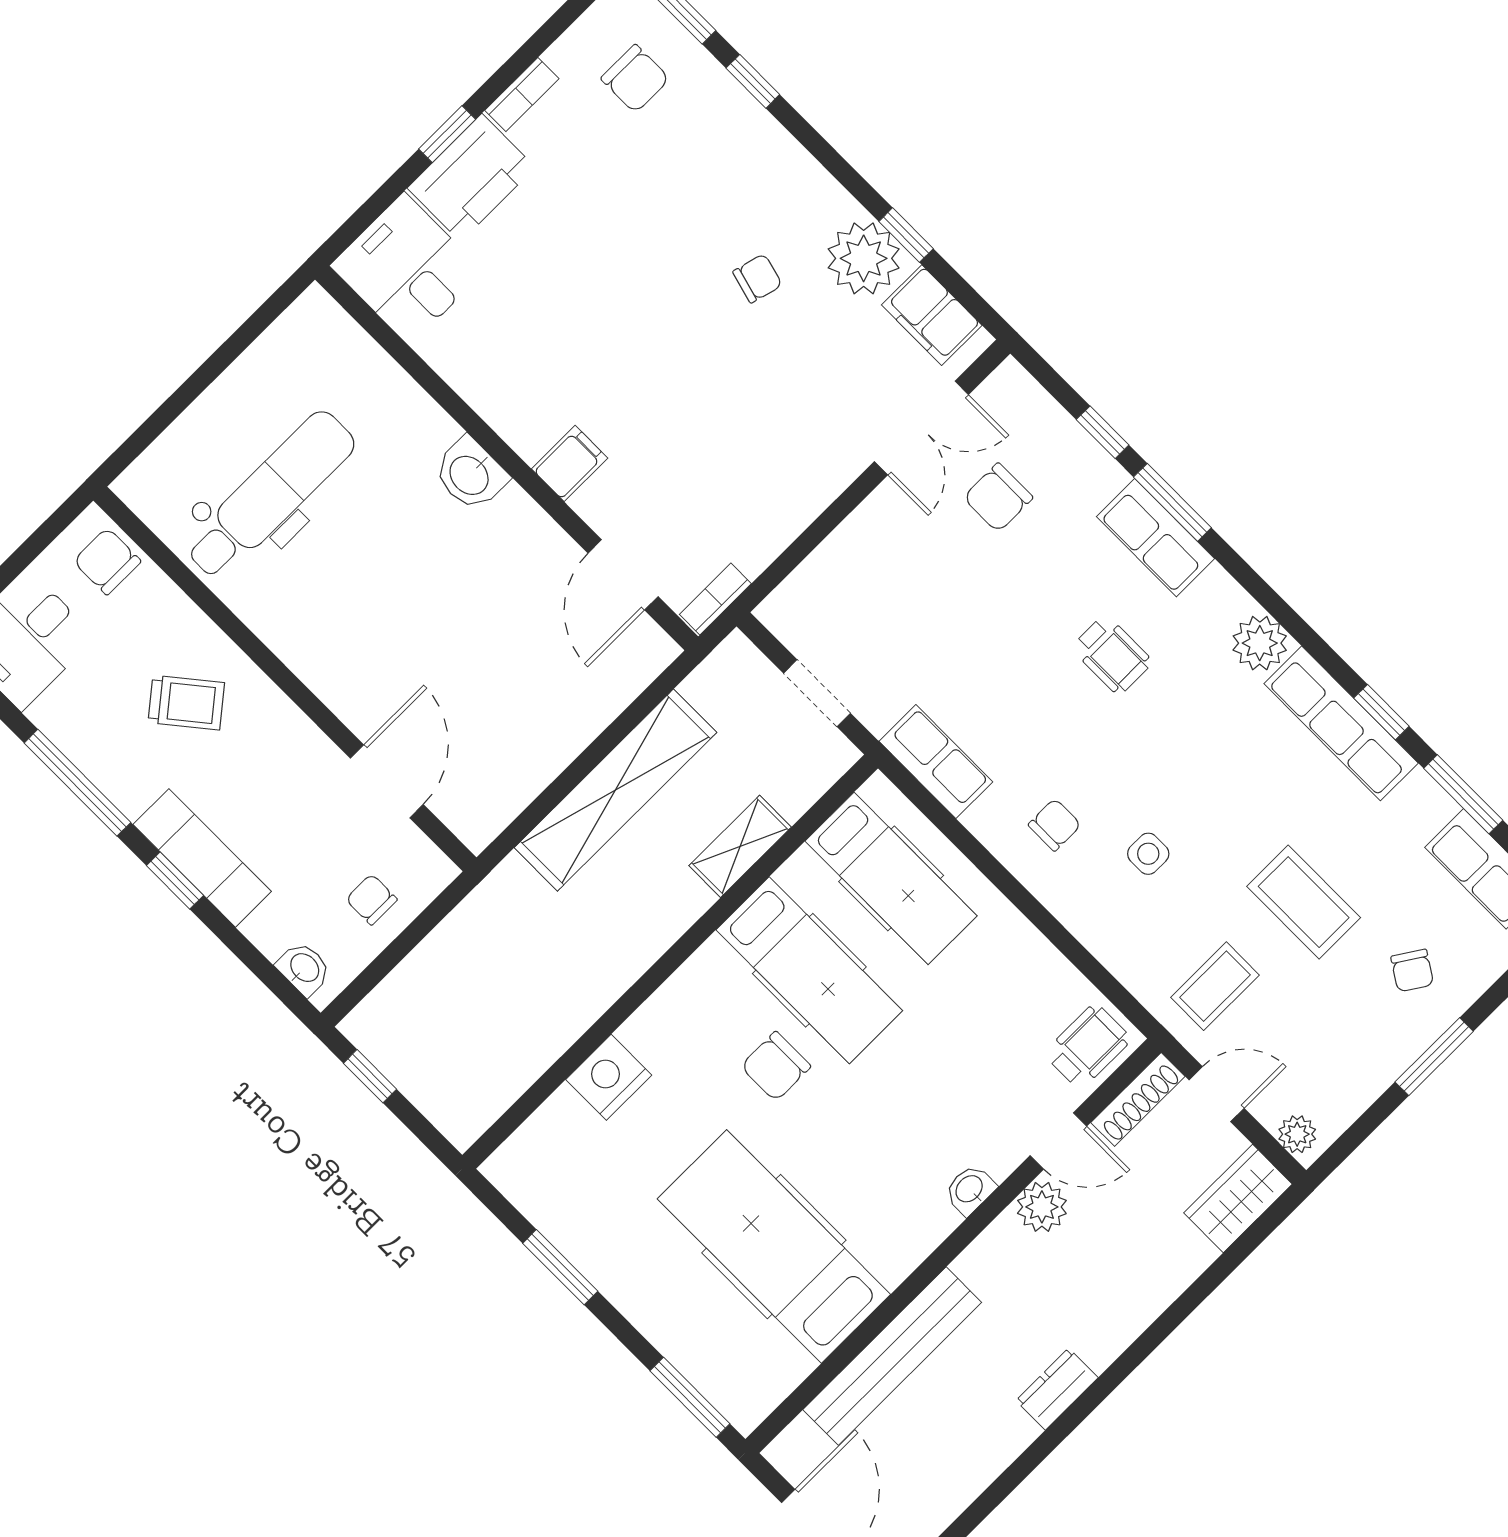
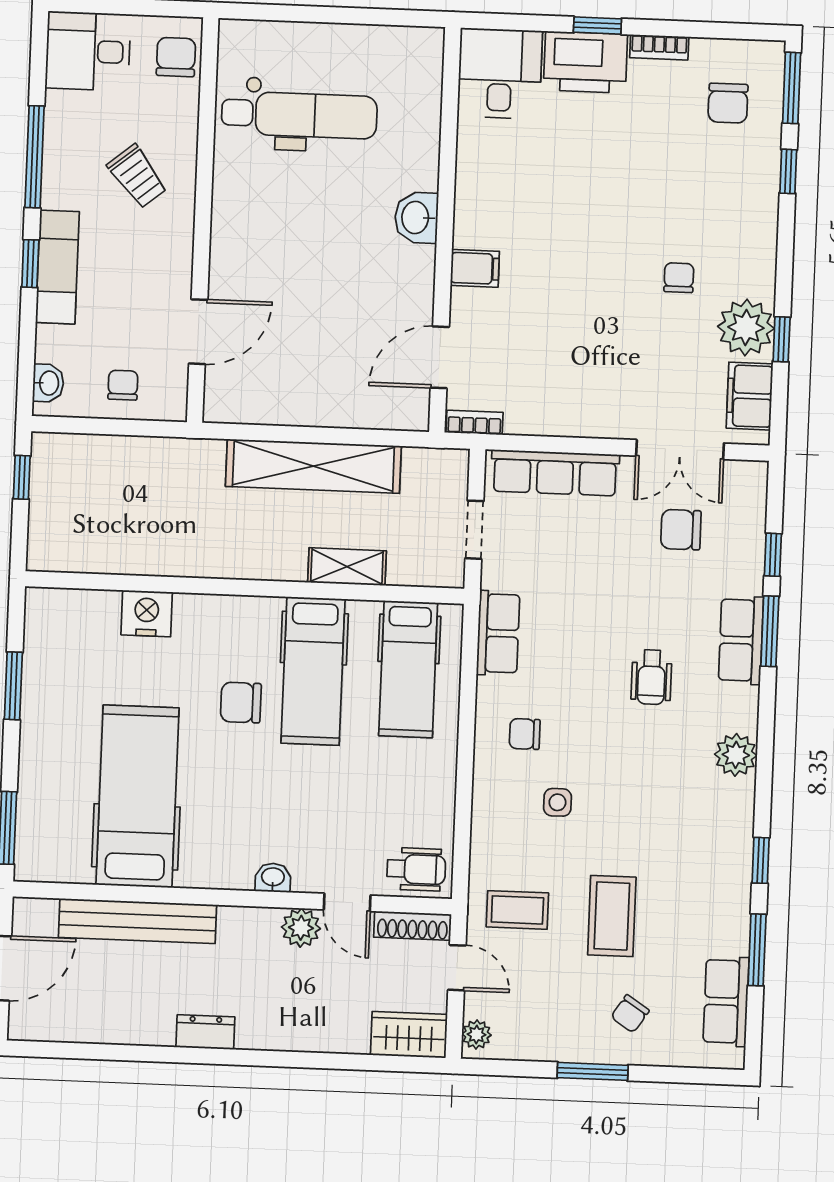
chair: (757, 278) -> (679, 278), turned -105
row of seats: (1341, 723) -> (555, 473), moved, turned -90
chair: (1055, 825) -> (525, 734), turned 180

